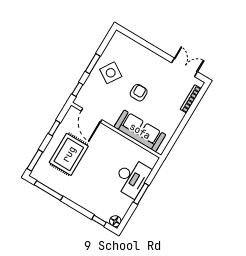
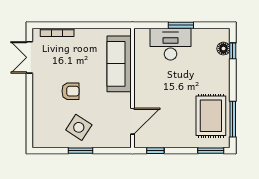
window: (77, 89) -> (115, 151), removed
armchair: (139, 93) -> (70, 91), moved, turned 180
window: (54, 128) -> (155, 151), moved
rug: (69, 154) -> (211, 116), moved, turned 90
floor lamp: (115, 221) -> (223, 49), moved

